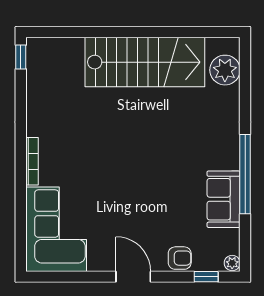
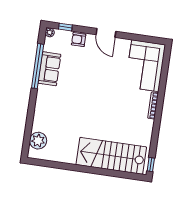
stairs: (145, 62) -> (111, 156), moved
window: (245, 174) -> (38, 66), moved

